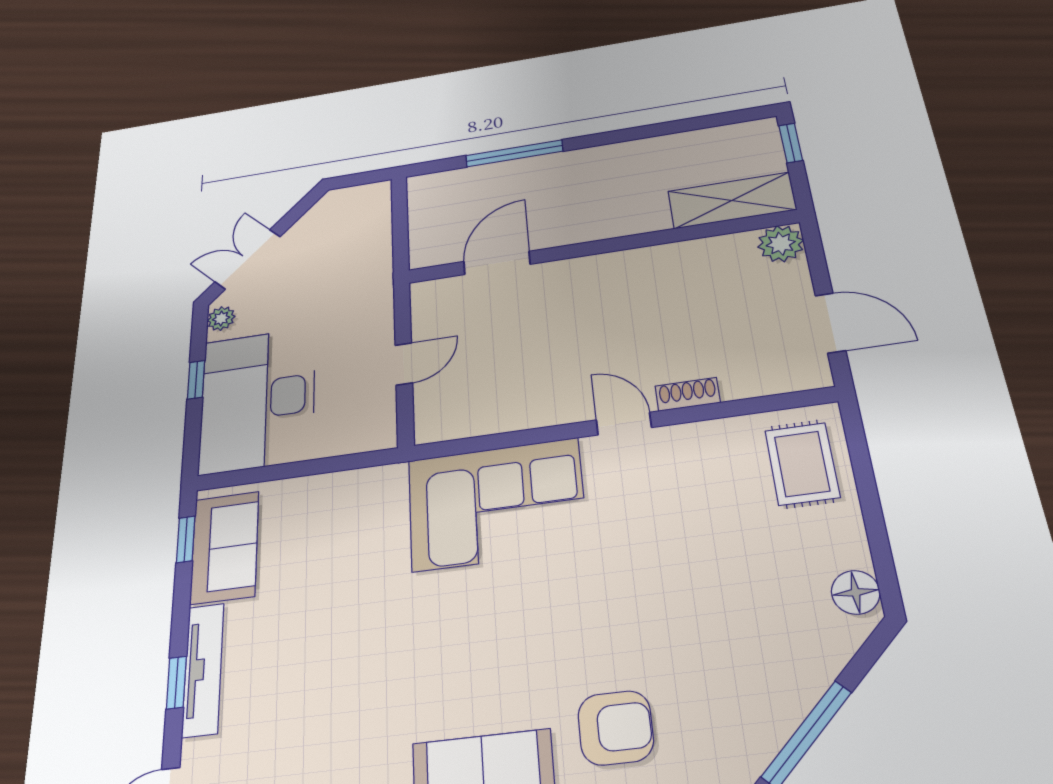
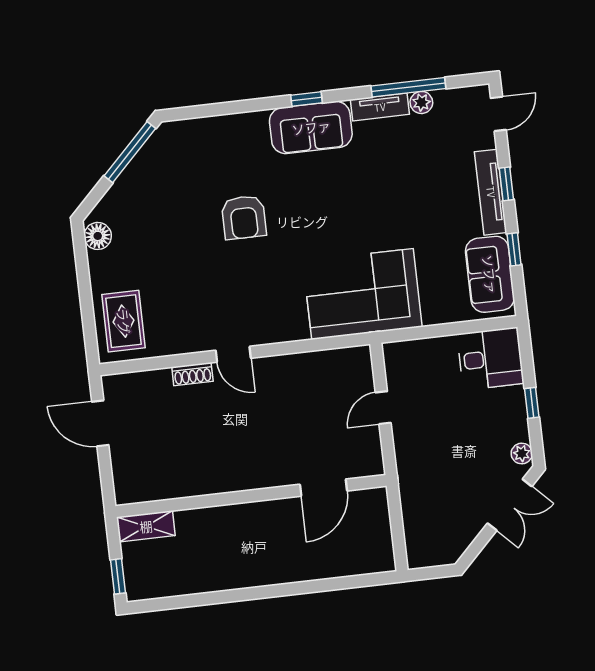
window: (514, 153) -> (316, 586), removed
shelving: (732, 200) -> (146, 526), width x0.67, depth x0.75
plant: (781, 244) -> (129, 489), removed
desk: (258, 400) -> (490, 359), width x0.53, depth x0.77
corner sofa: (496, 504) -> (362, 294), moved
window: (186, 539) -> (514, 249), moved
armchair: (616, 728) -> (244, 217), moved, turned -90

